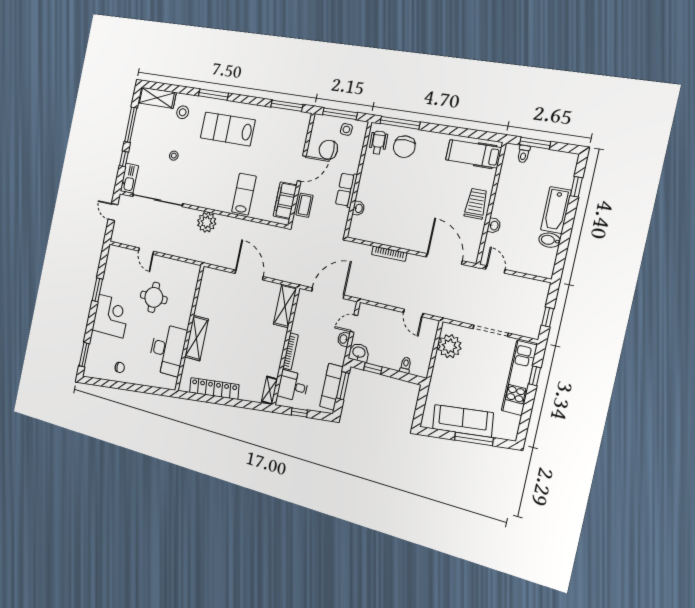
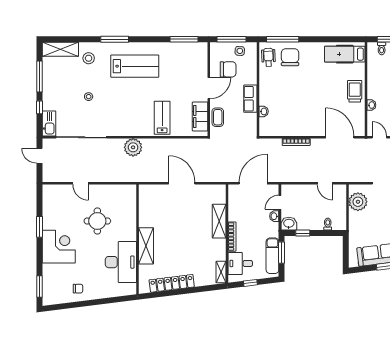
lab bench: (228, 129) -> (135, 66), turned 180
chair: (404, 147) -> (290, 57), turned 180
chair: (328, 150) -> (228, 69), turned 180
shelving: (285, 306) -> (219, 221), moved

